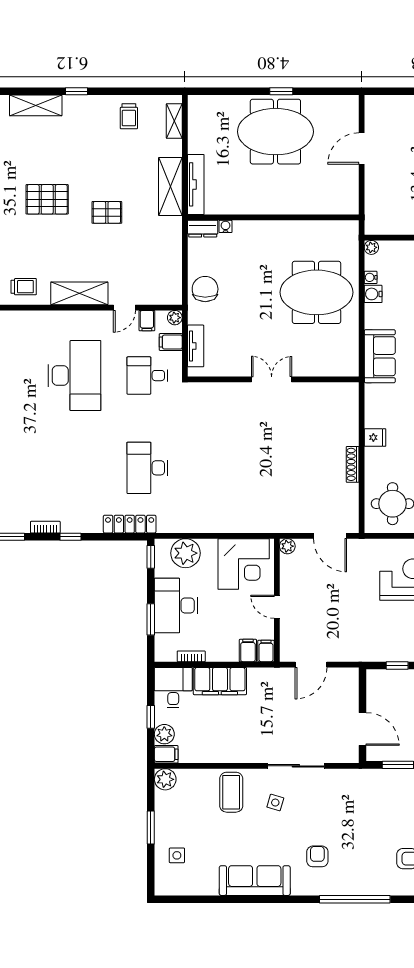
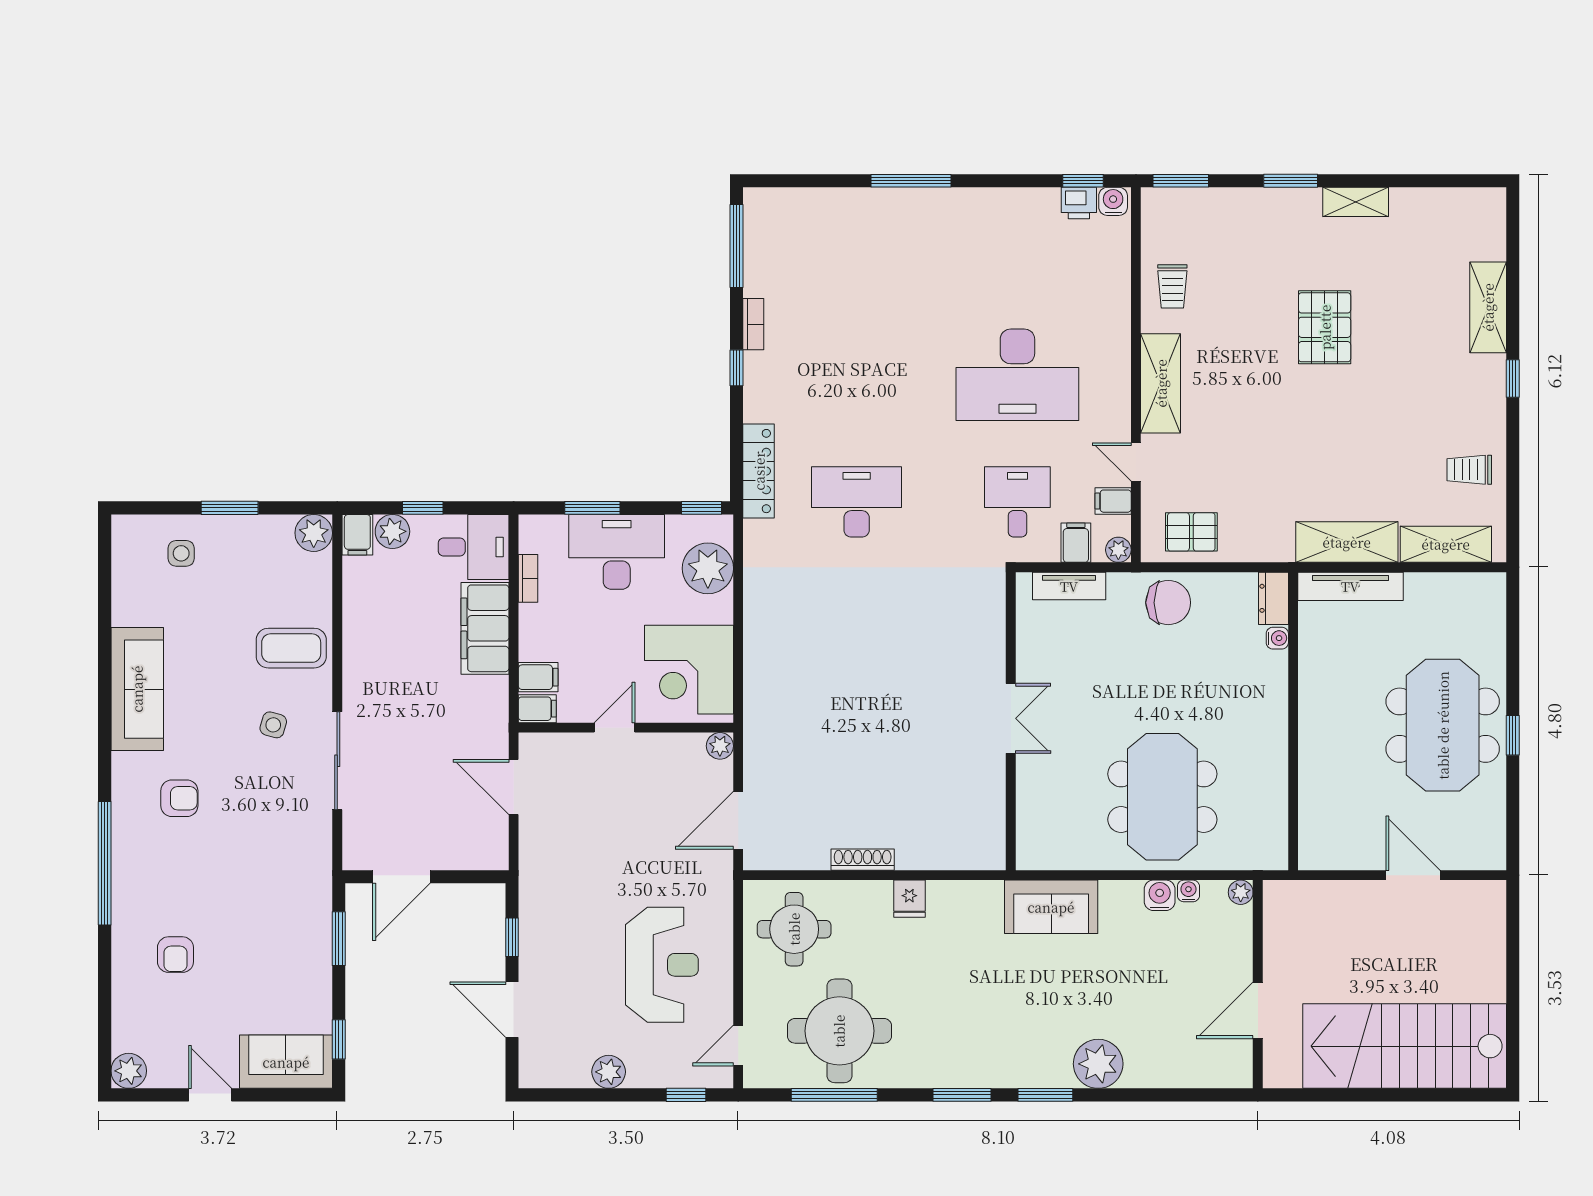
shelving: (174, 121) -> (1446, 544), width x1.50, depth x1.33
pallet: (107, 212) -> (1191, 532), moved, turned 90

